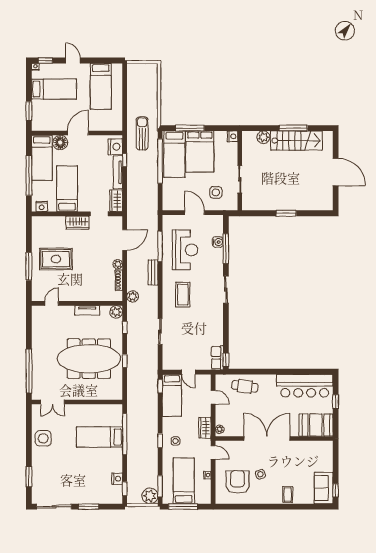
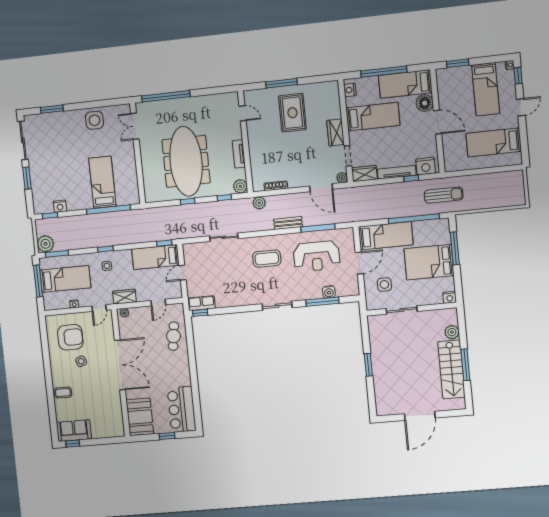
bed: (174, 154) -> (386, 236), moved, turned 180
plant: (118, 264) -> (342, 178), moved
bar counter: (305, 386) -> (182, 409), width x0.73

